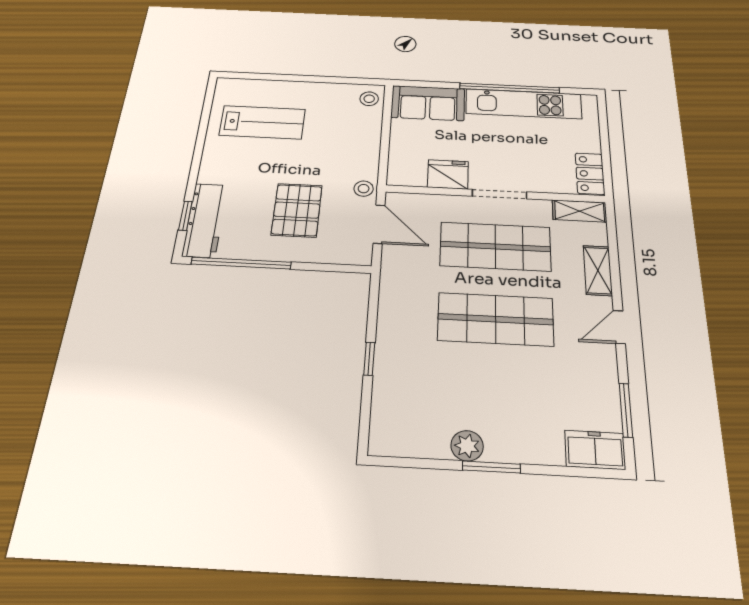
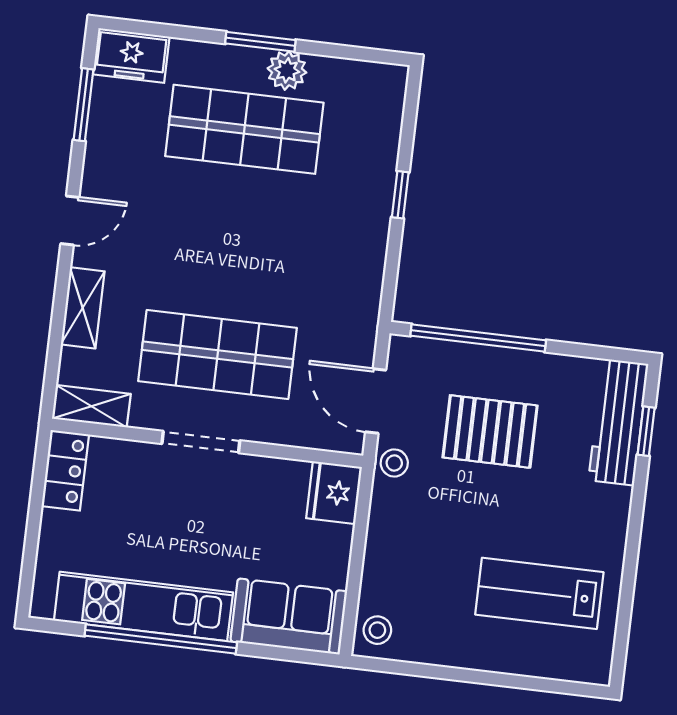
fridge: (448, 174) -> (334, 493), moved, turned 90
pallet: (297, 210) -> (490, 431), turned 90
window: (241, 263) -> (478, 338), moved
shop shelf: (496, 319) -> (244, 129), moved

